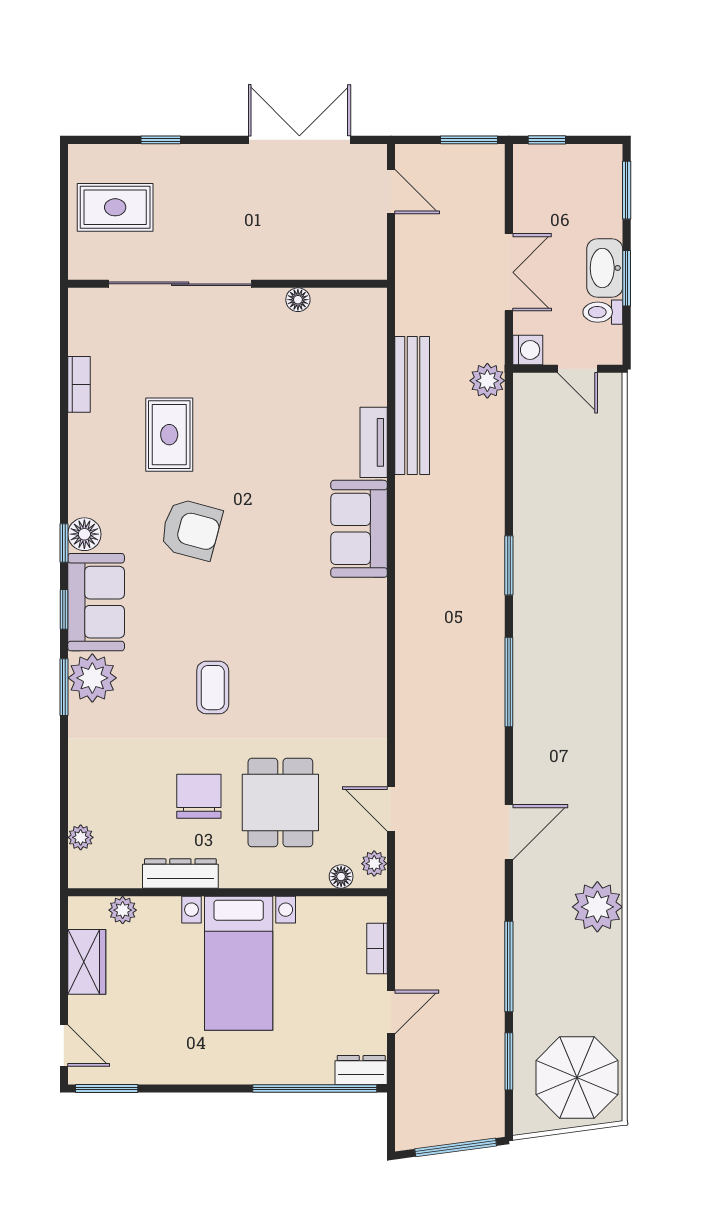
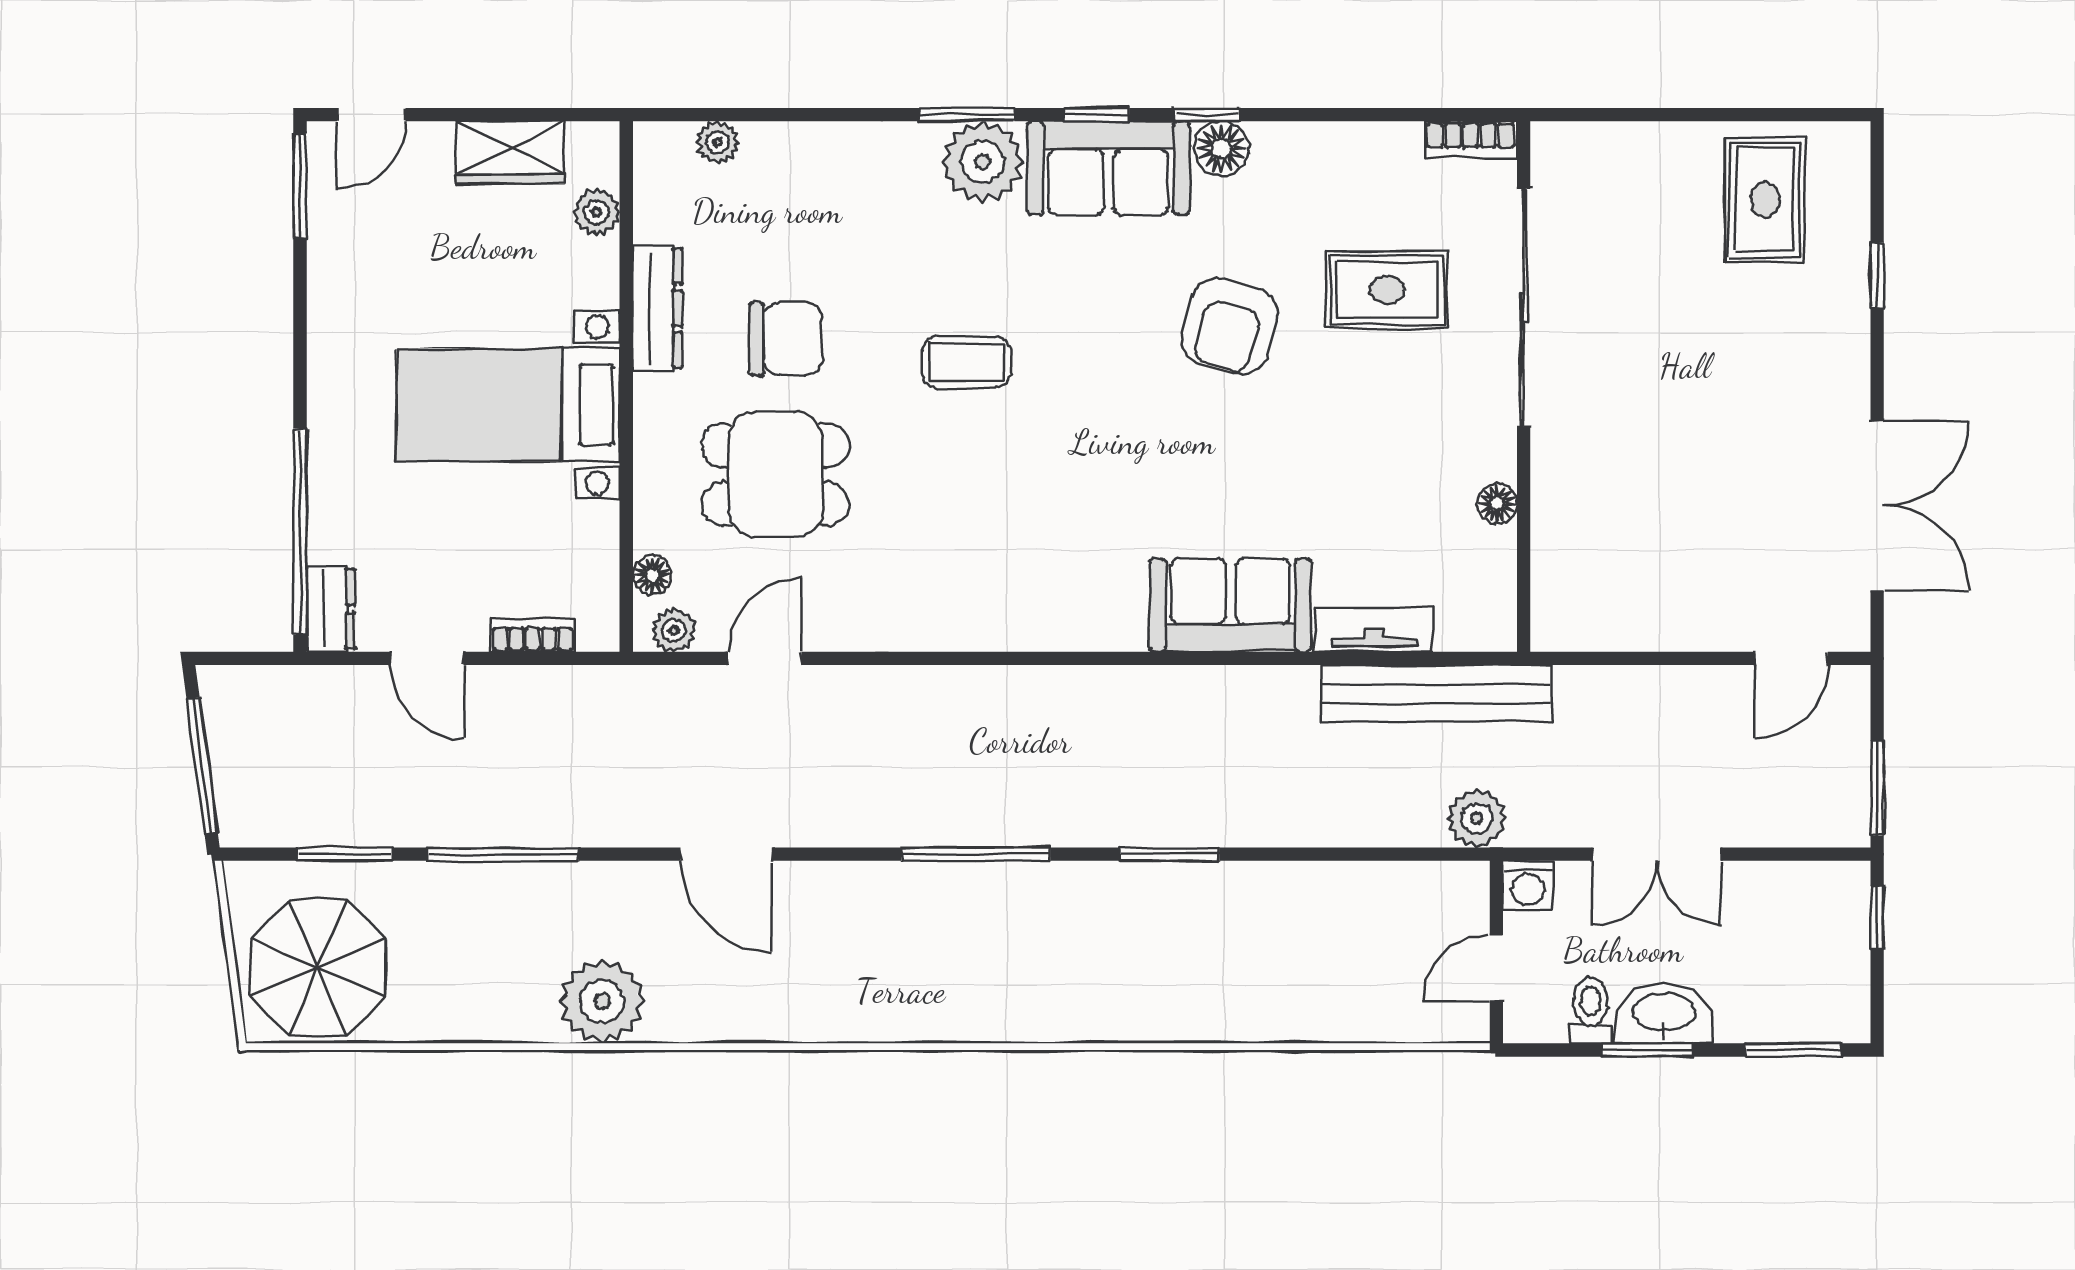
sliding door: (180, 284) -> (1524, 308), moved
wall: (228, 284) -> (1524, 387), moved
floor lamp: (298, 300) -> (1497, 504), moved

